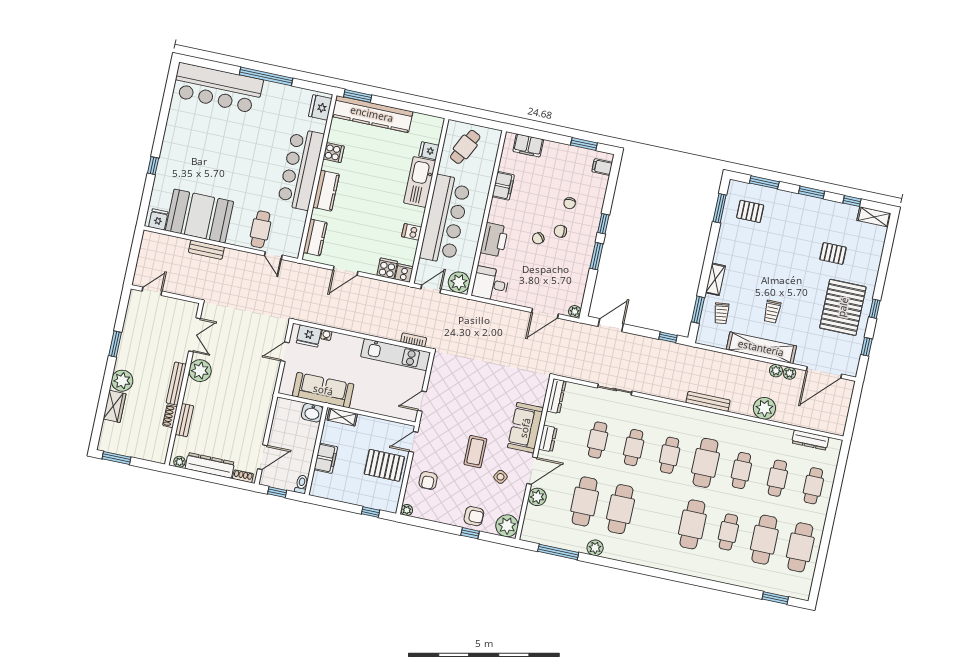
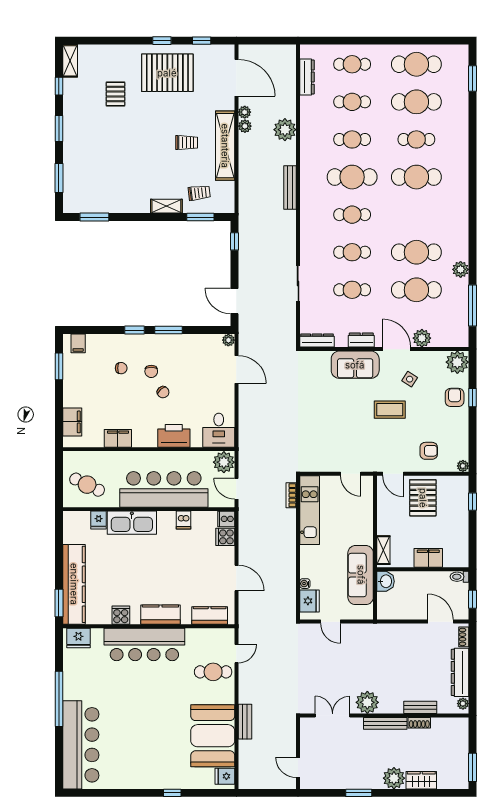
pallet: (750, 211) -> (91, 186), removed

